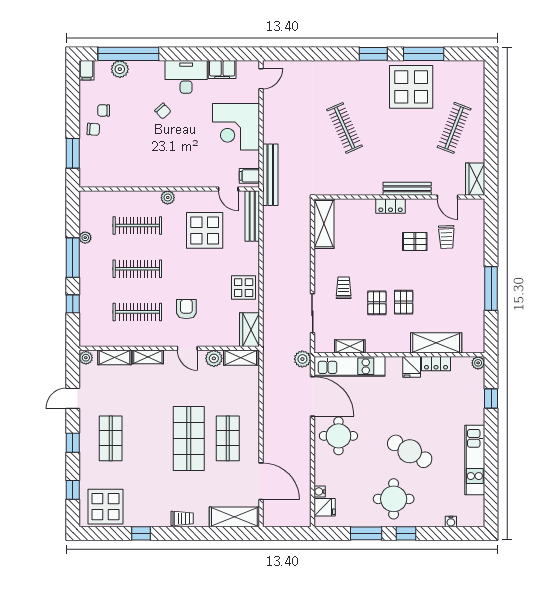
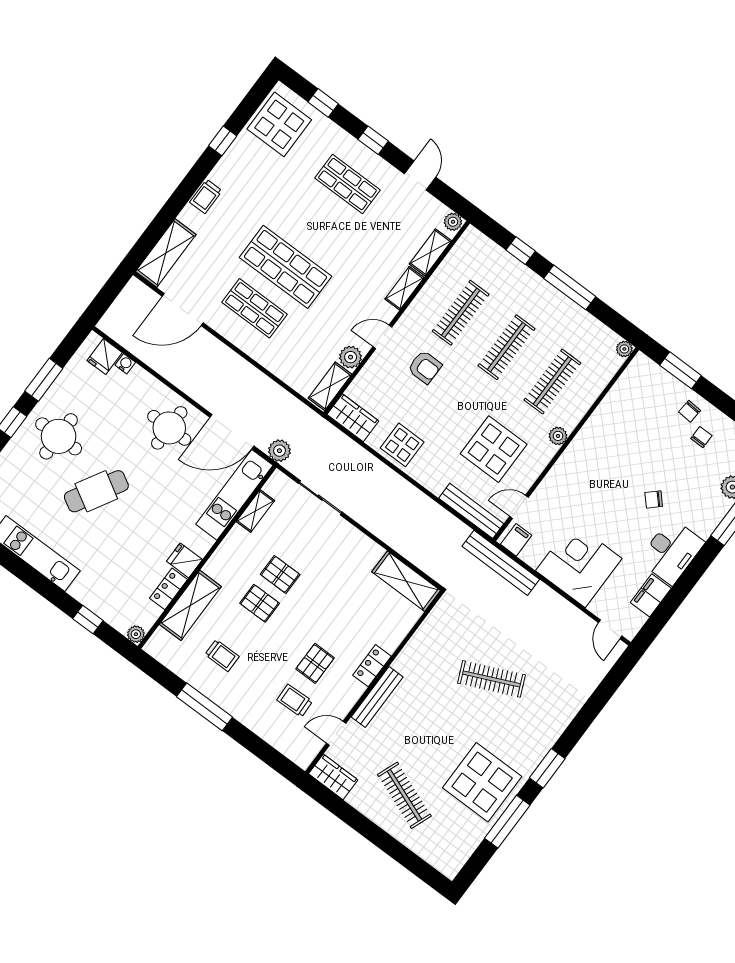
plant: (85, 238) -> (624, 349), moved
trolley: (344, 288) -> (222, 655), moved

